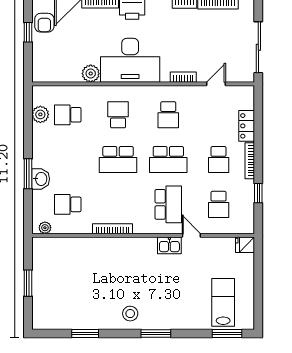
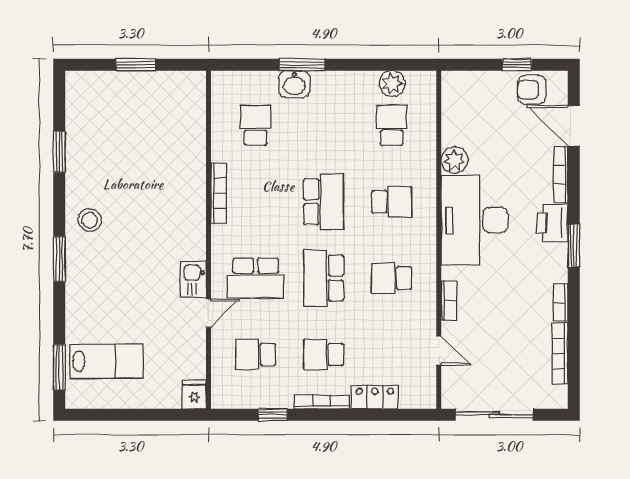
school desk: (118, 160) -> (324, 202), turned 180
plant: (45, 228) -> (220, 91), removed

